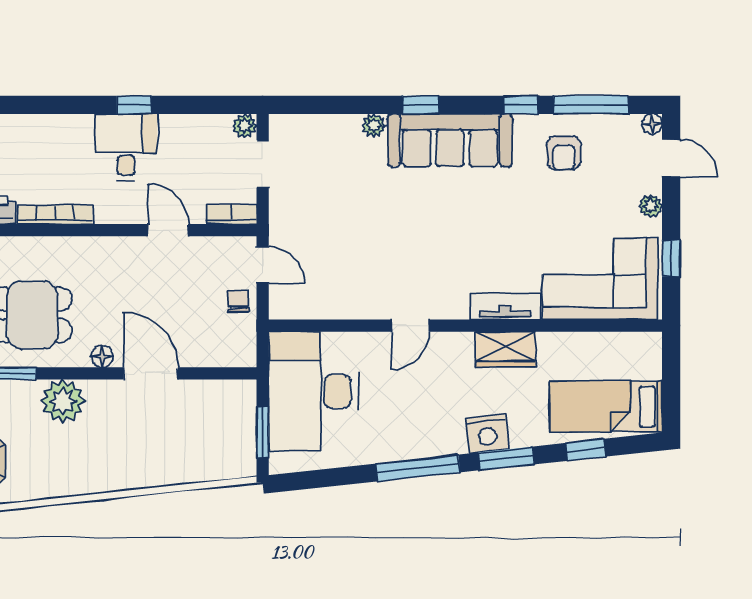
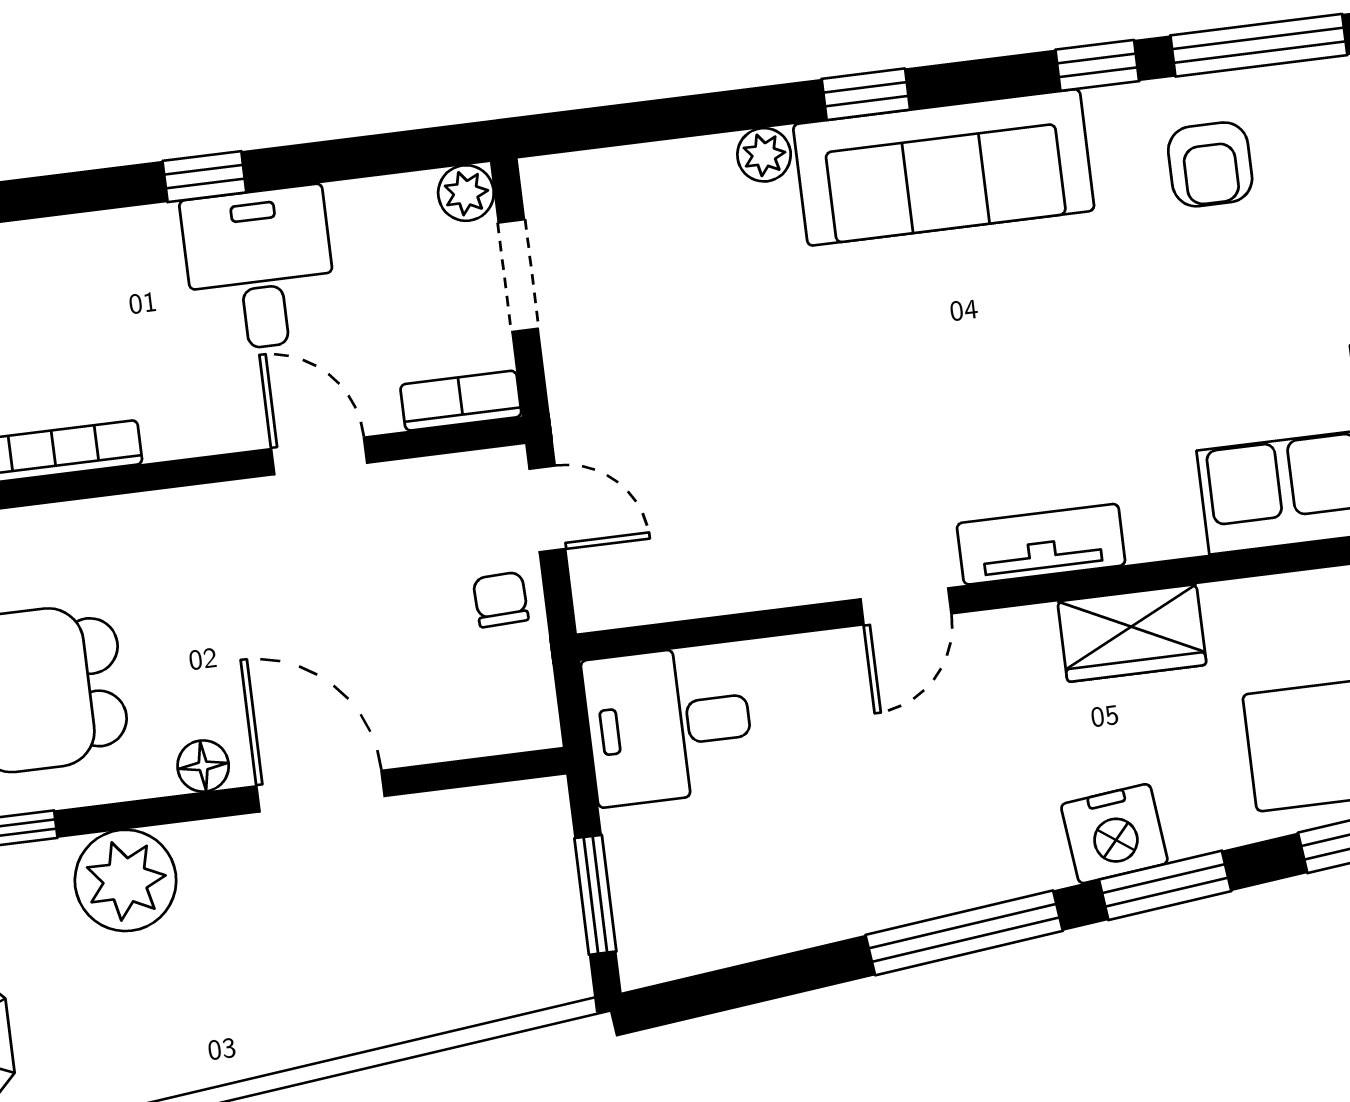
desk: (126, 147) -> (260, 269), moved
tv unit: (505, 306) -> (1041, 544), moved
desk: (313, 391) -> (669, 725), width x0.53, depth x0.77

